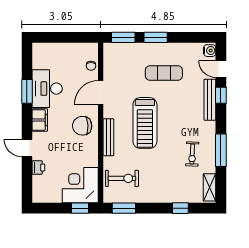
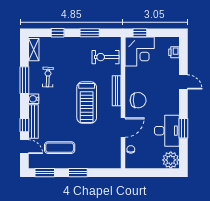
window: (123, 37) -> (45, 173), moved
water cooler: (210, 51) -> (34, 99), moved
plant: (42, 53) -> (171, 160), added
exercise mat: (164, 73) -> (60, 148), moved
filing cabinet: (40, 120) -> (173, 105), removed
treadmill: (145, 123) -> (87, 102), turned 180
printer: (38, 168) -> (174, 52), moved
window: (124, 208) -> (90, 33), moved

